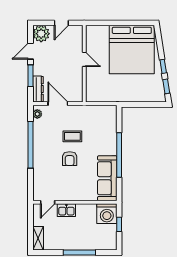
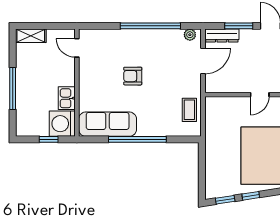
coffee table: (72, 136) -> (189, 110), moved
kitchen sink: (66, 210) -> (67, 98), moved

